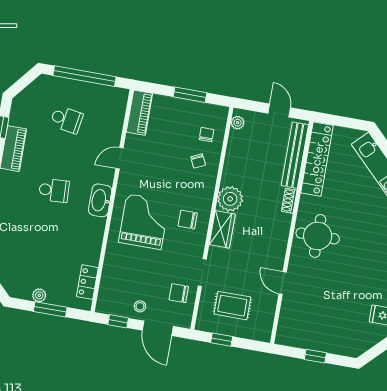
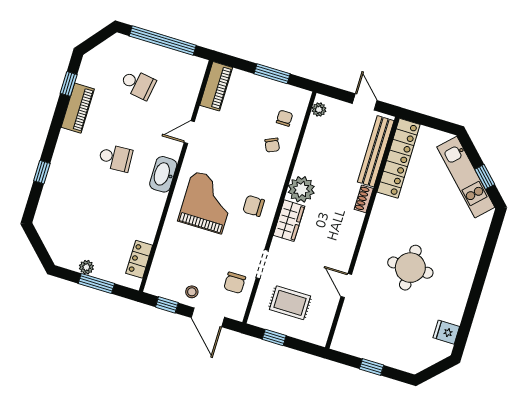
round table: (318, 236) -> (410, 268), moved
chair: (179, 293) -> (235, 283), turned -90

